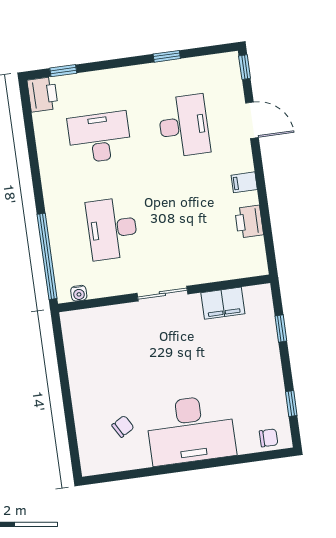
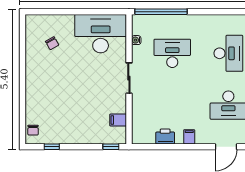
water cooler: (79, 293) -> (136, 40), moved
filing cabinet: (223, 303) -> (118, 120), width x0.50
window: (281, 329) -> (111, 147), moved
desk: (191, 430) -> (101, 34), moved, turned 90

